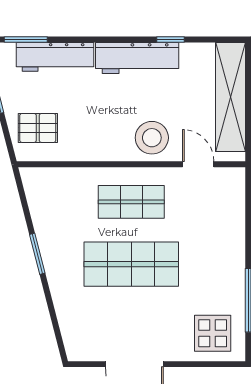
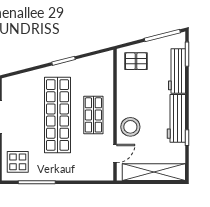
pallet: (38, 128) -> (136, 61), turned 90
shop shelf: (131, 264) -> (57, 115), width x1.40

